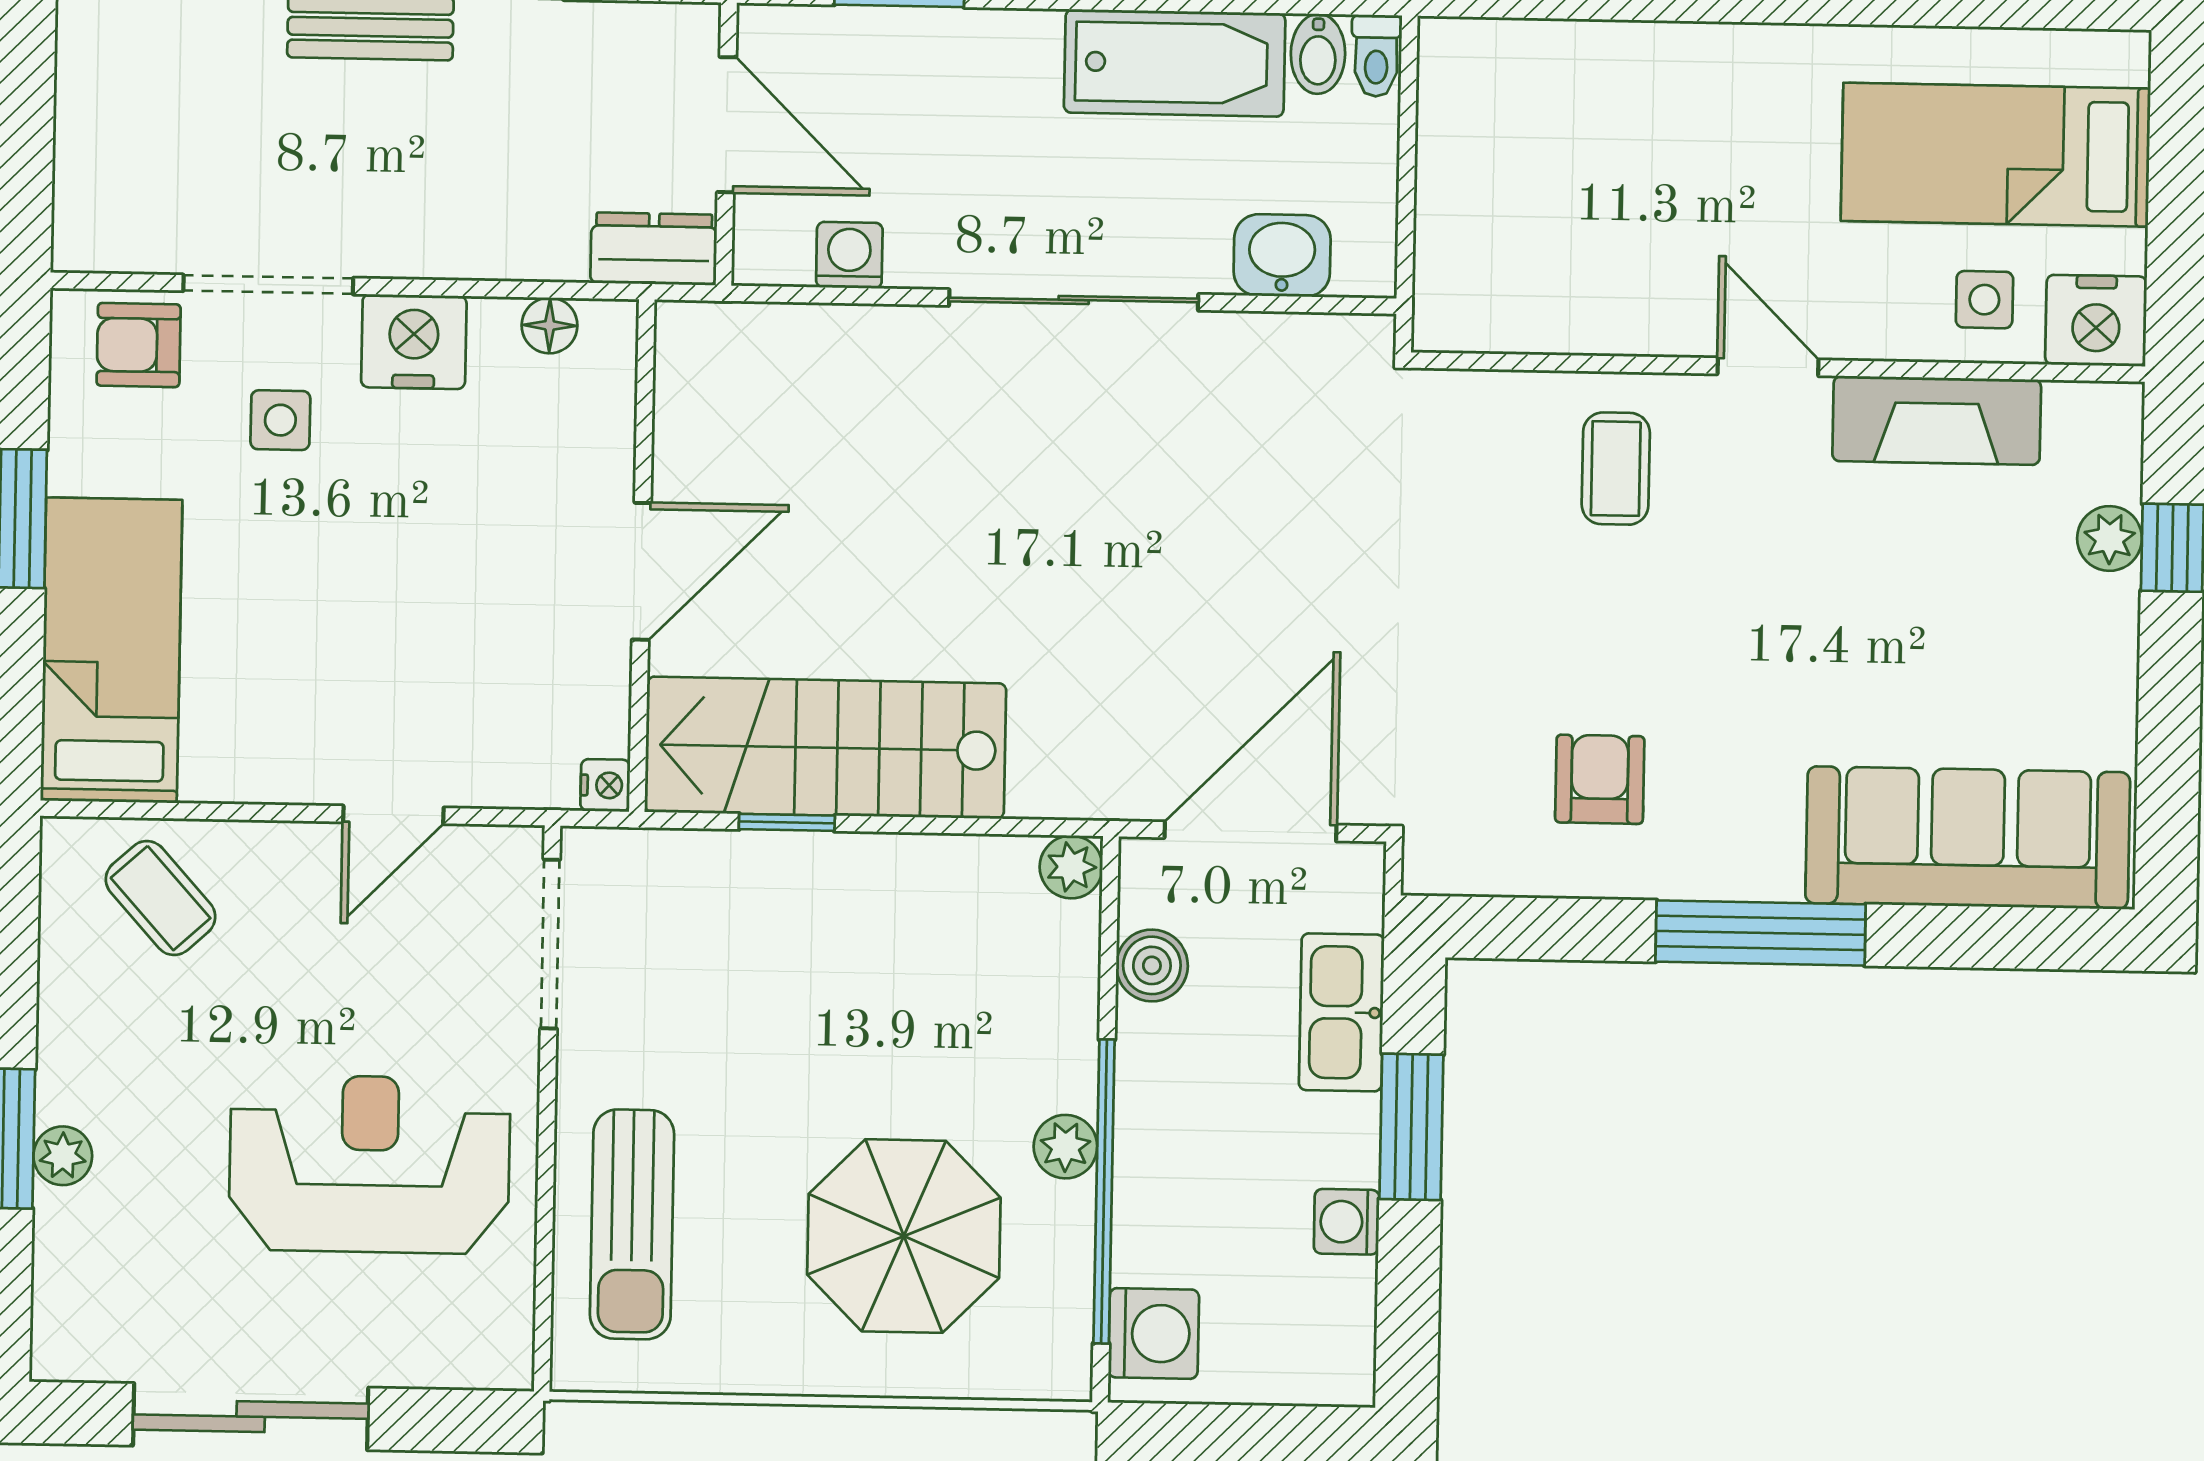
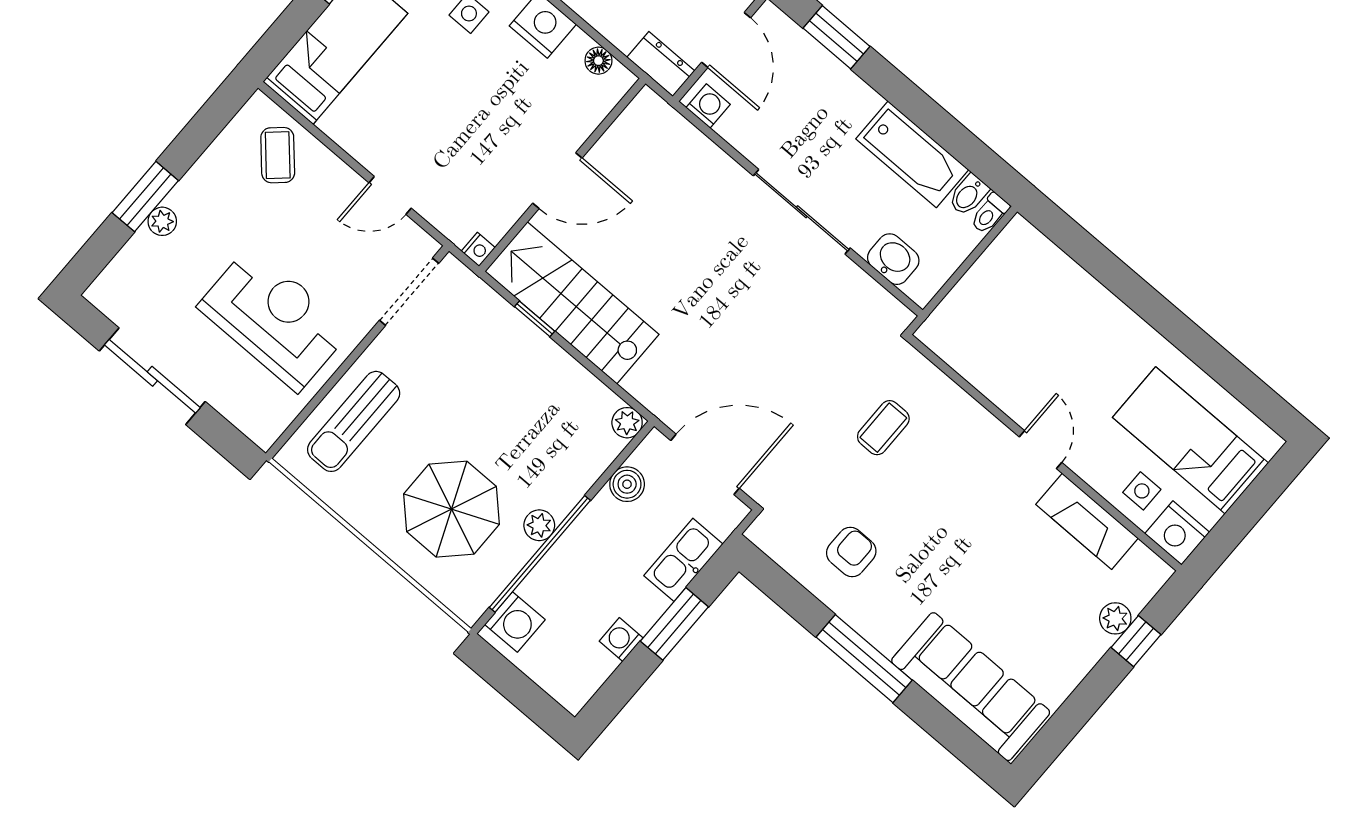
washing machine: (849, 255) -> (708, 106), moved
coffee table: (1616, 469) -> (883, 428), moved

